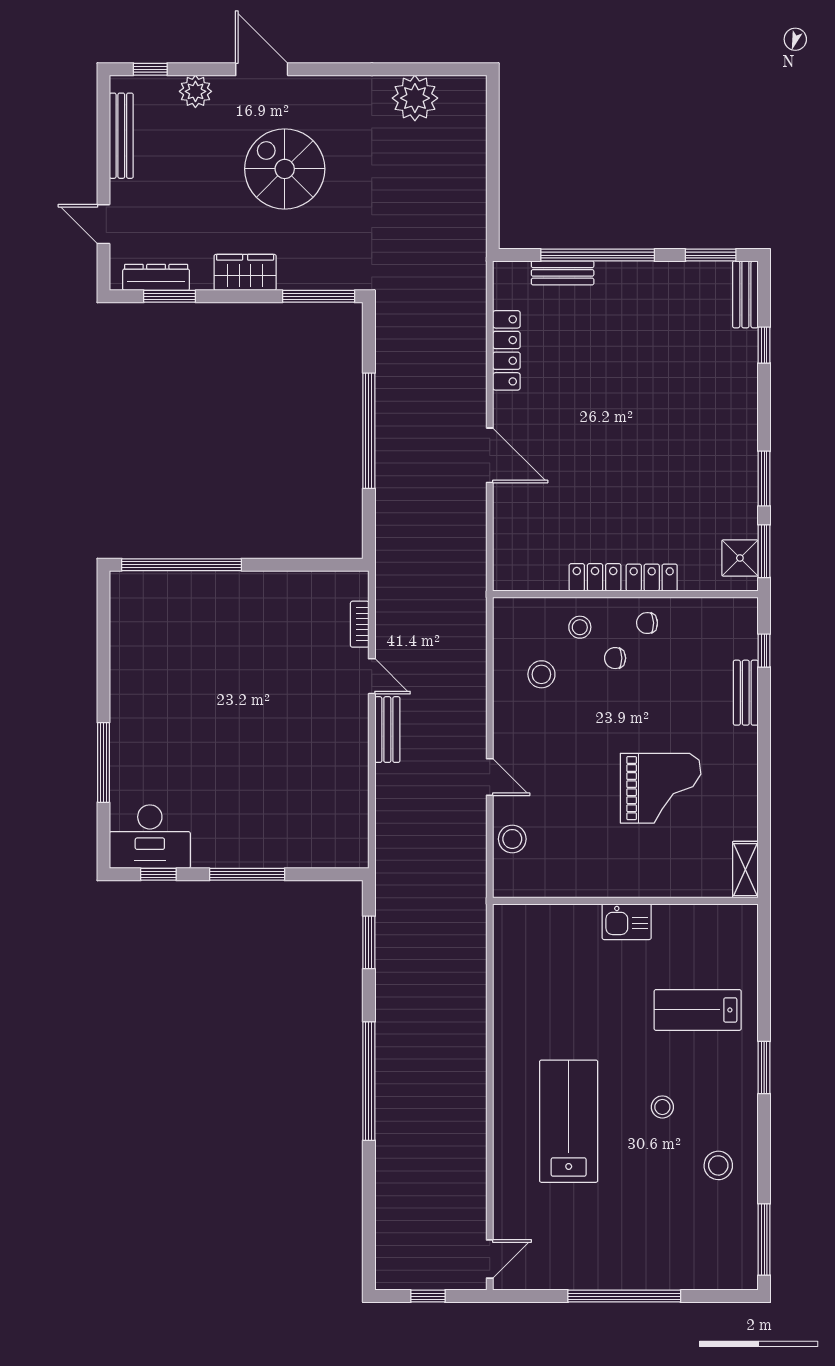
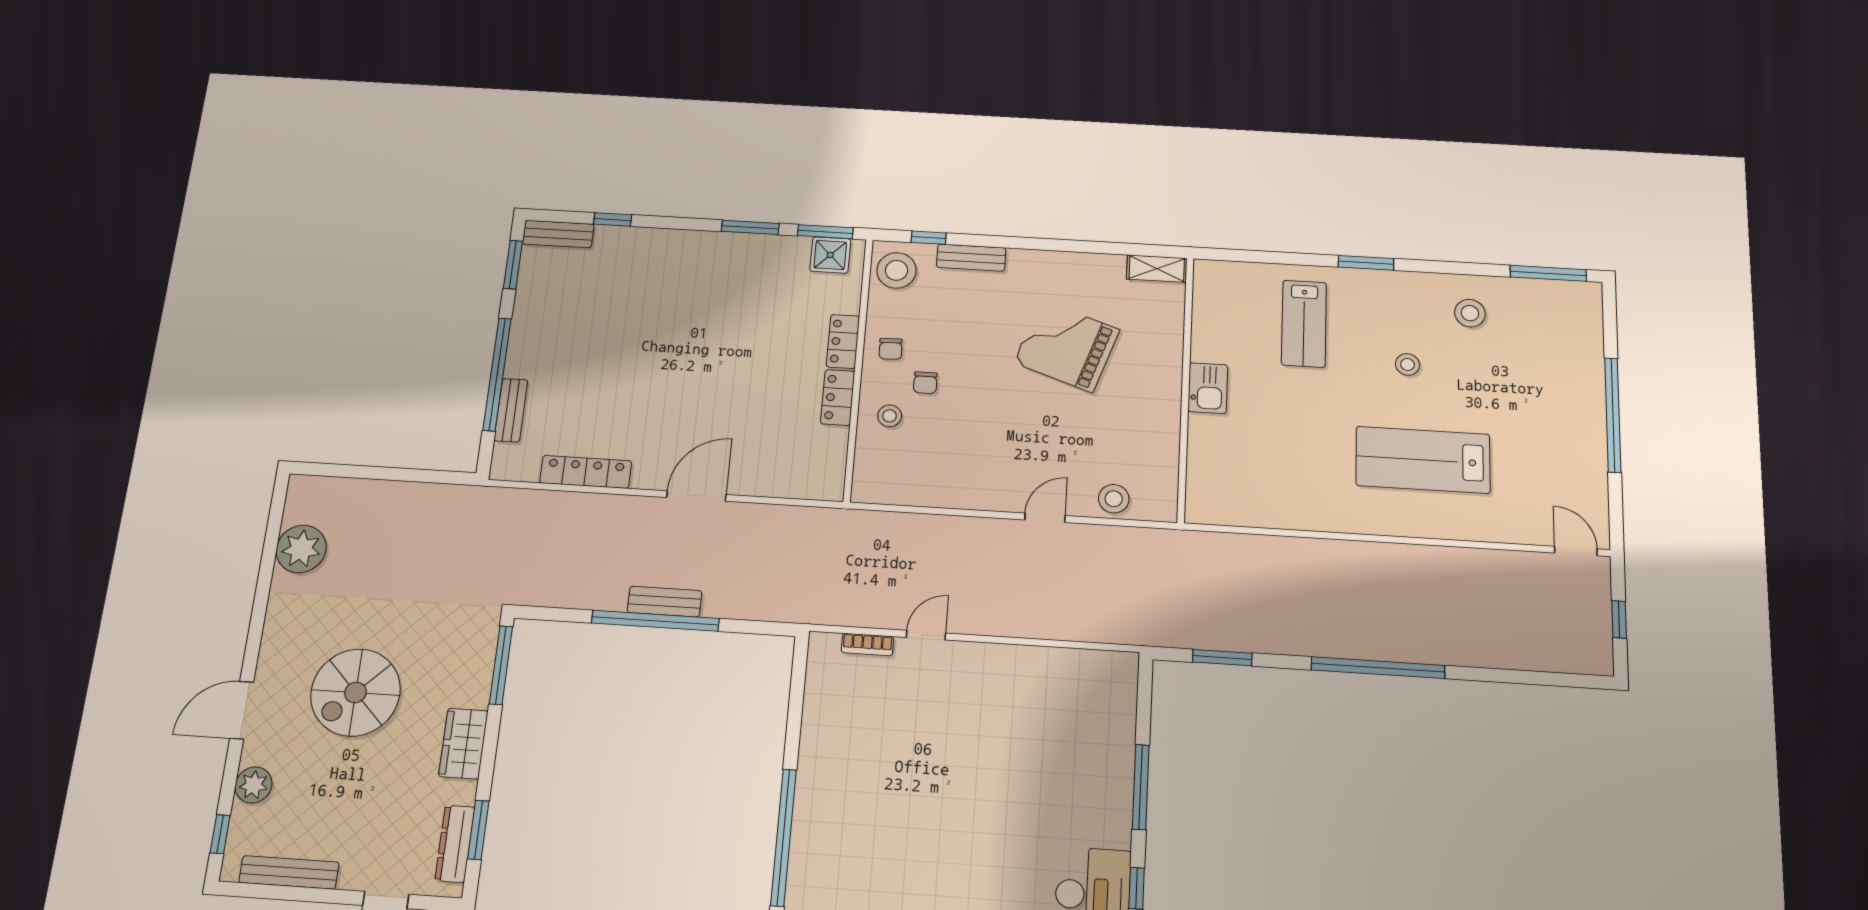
stool: (541, 674) -> (897, 270), moved, width x1.38, depth x1.38
bench: (387, 730) -> (665, 602), moved
grand piano: (661, 788) -> (1067, 346), turned -71

